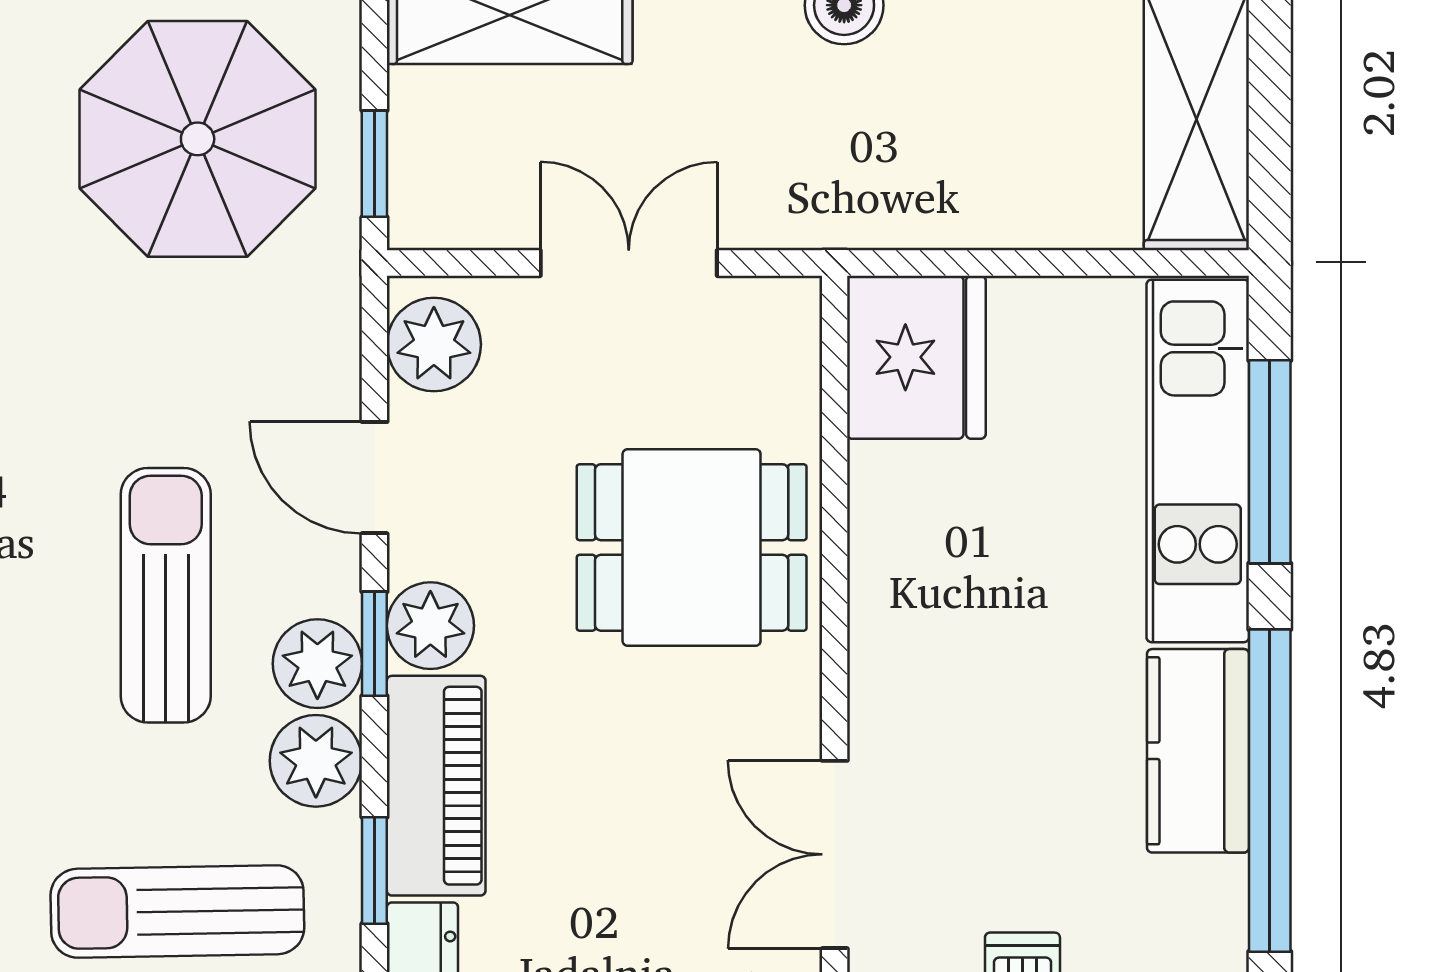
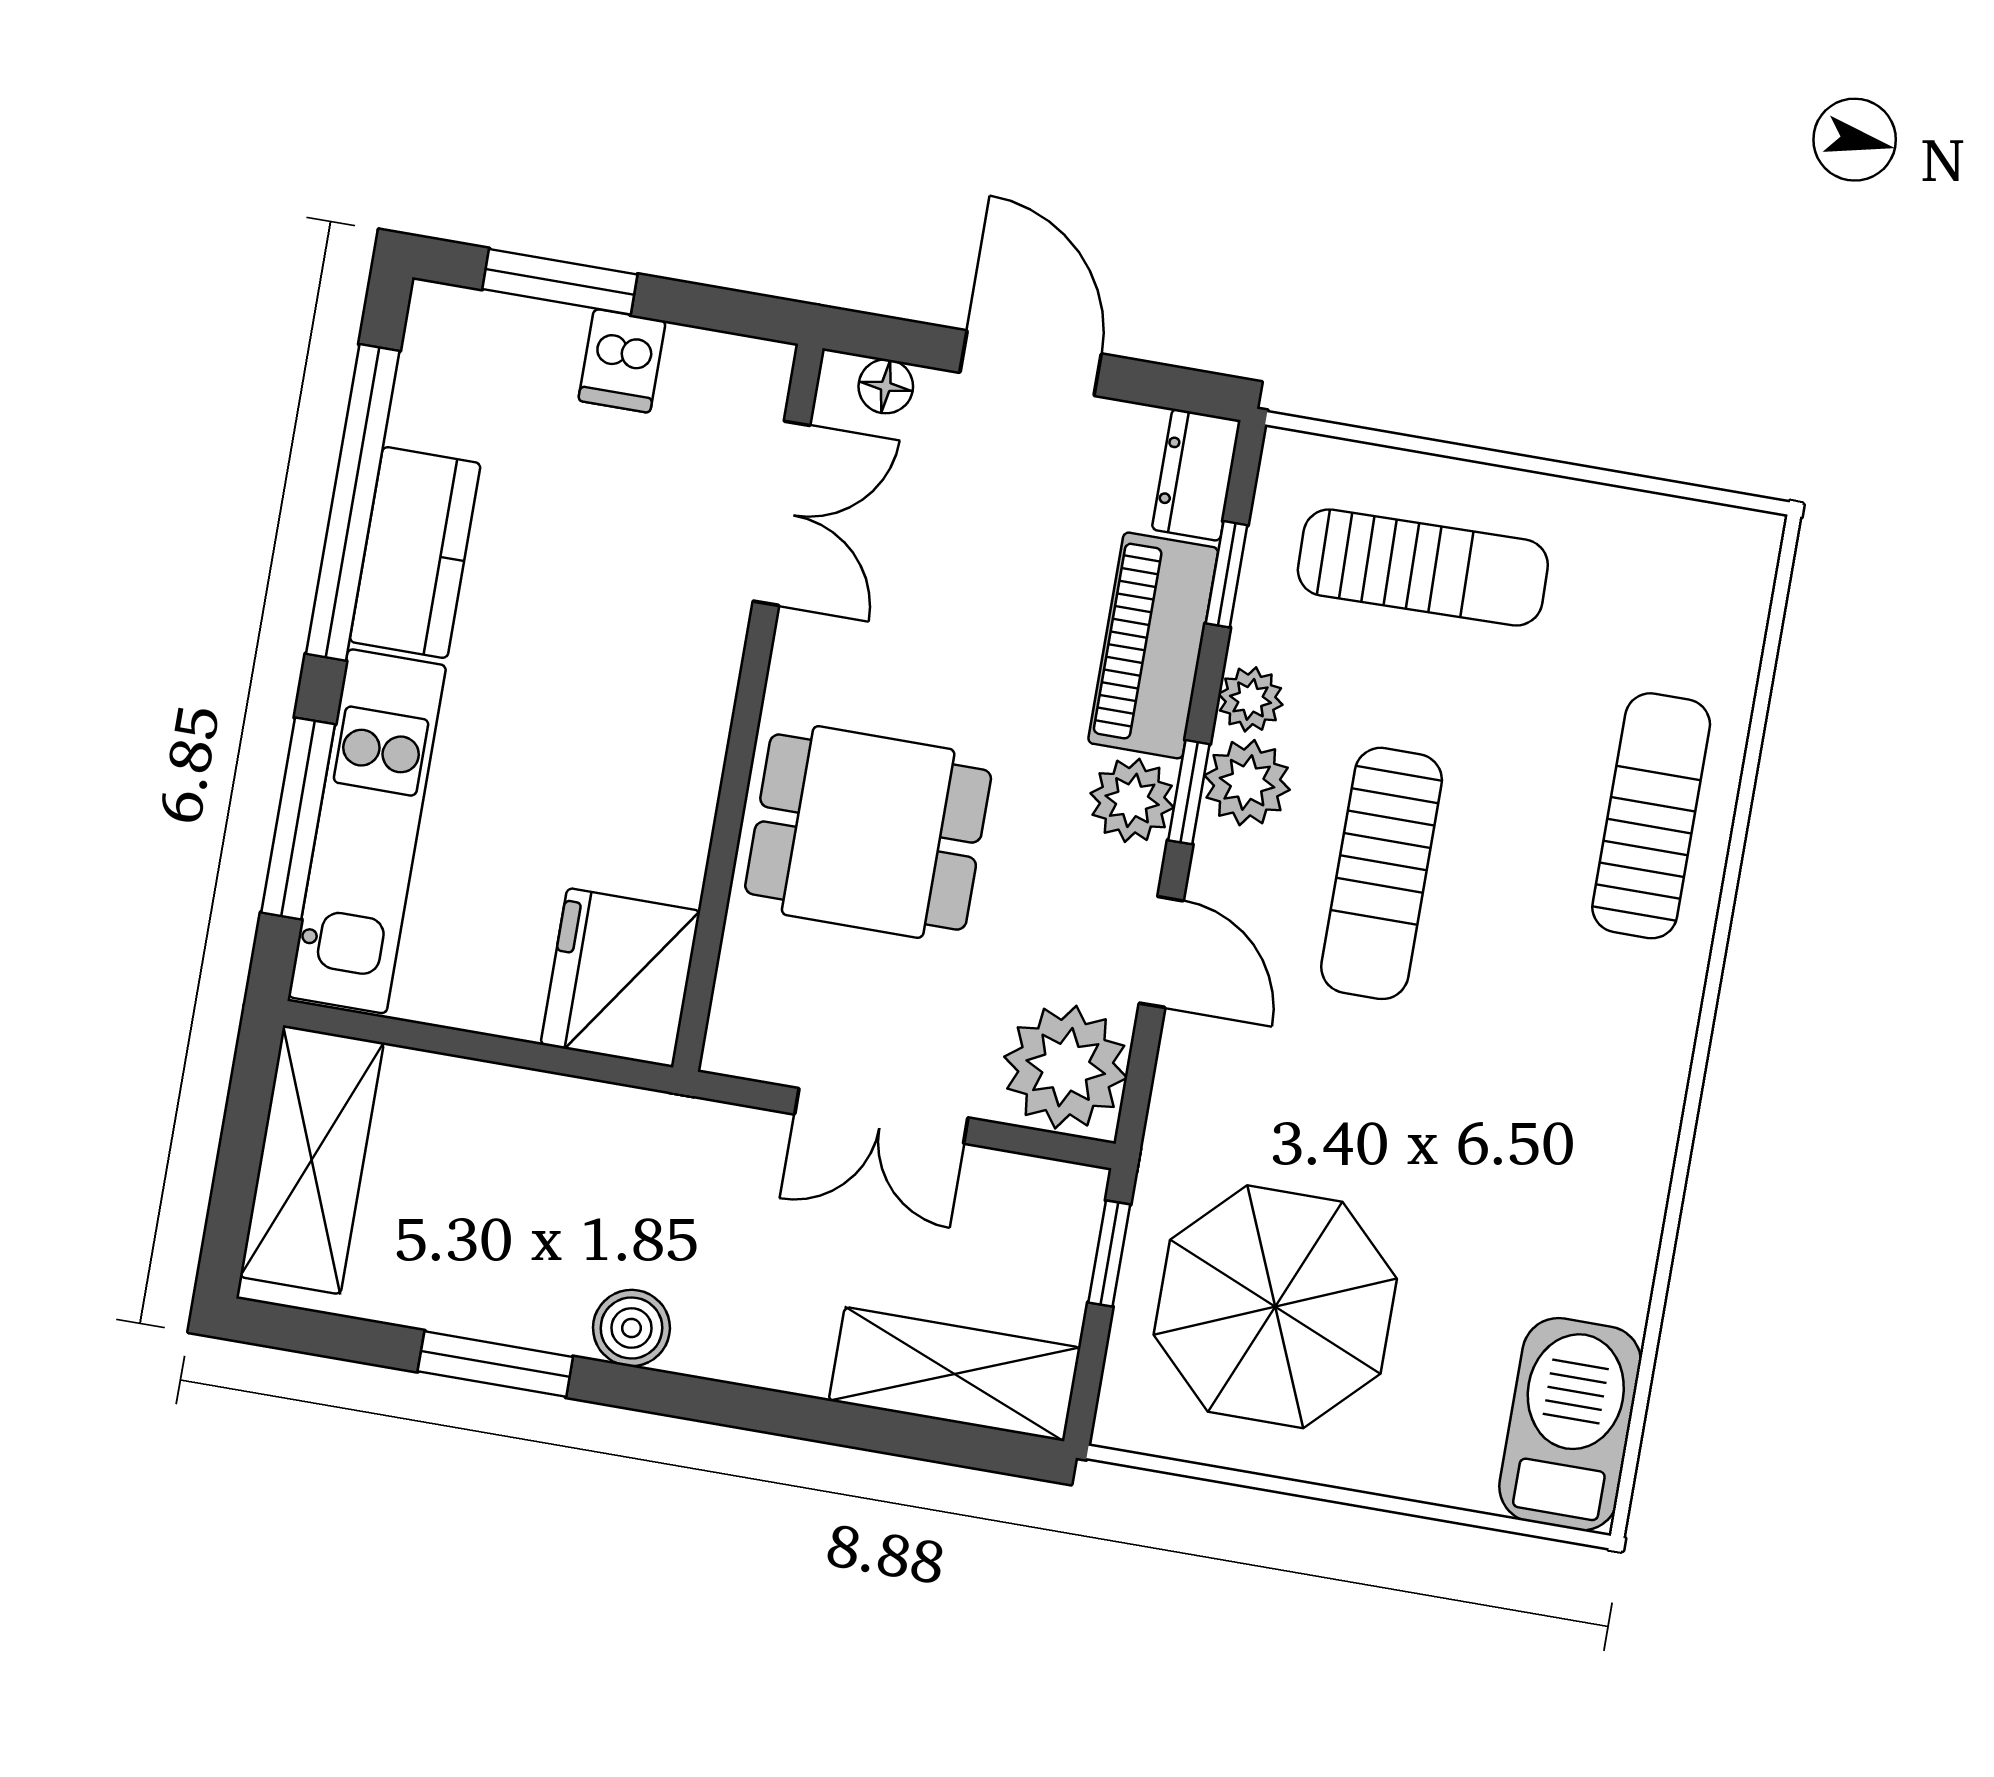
plant: (434, 344) -> (1066, 1067), width x1.36, depth x1.36
plant: (316, 761) -> (1250, 699), width x0.73, depth x0.73

